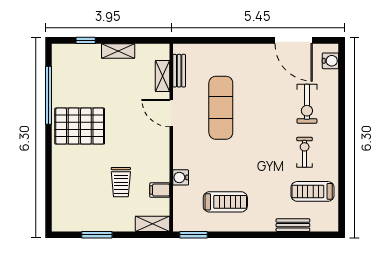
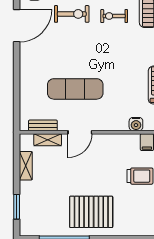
window: (86, 40) -> (17, 207), width x1.50
shelving: (118, 51) -> (26, 166), moved
pallet: (80, 126) -> (91, 212), turned 90

